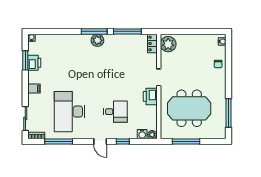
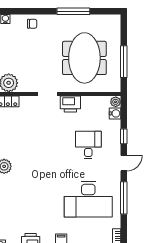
window: (229, 113) -> (73, 11), moved
window: (59, 142) -> (124, 198), moved

